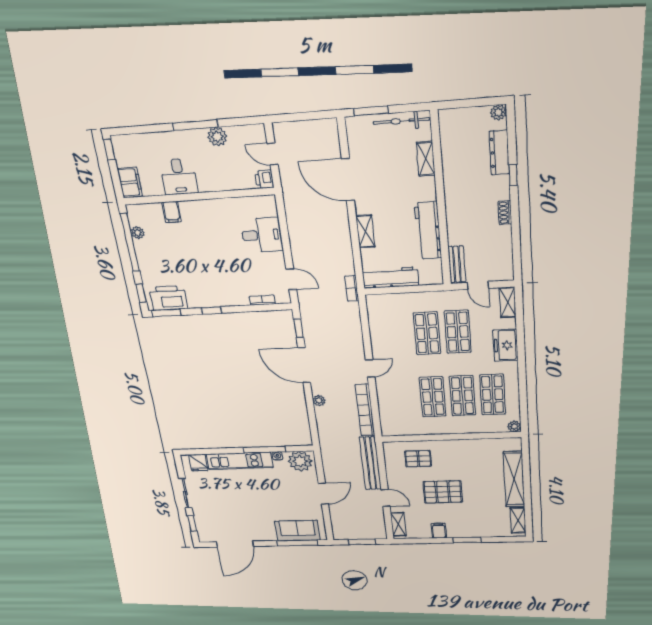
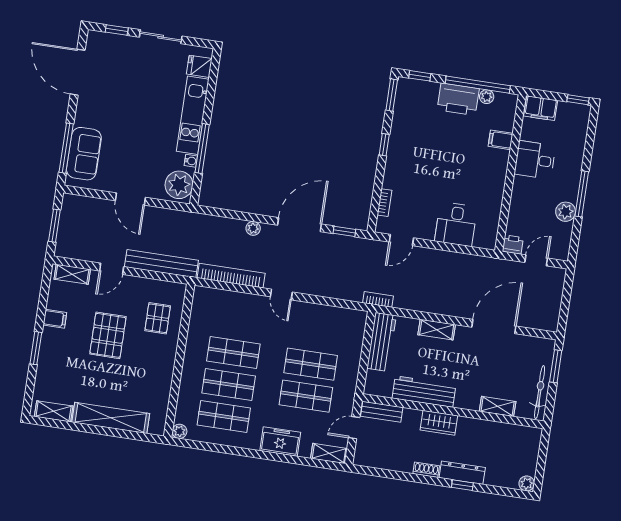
dresser: (499, 152) -> (462, 473), moved
wardrobe: (455, 211) -> (439, 423), added
printer: (168, 298) -> (458, 99), moved, turned 90

